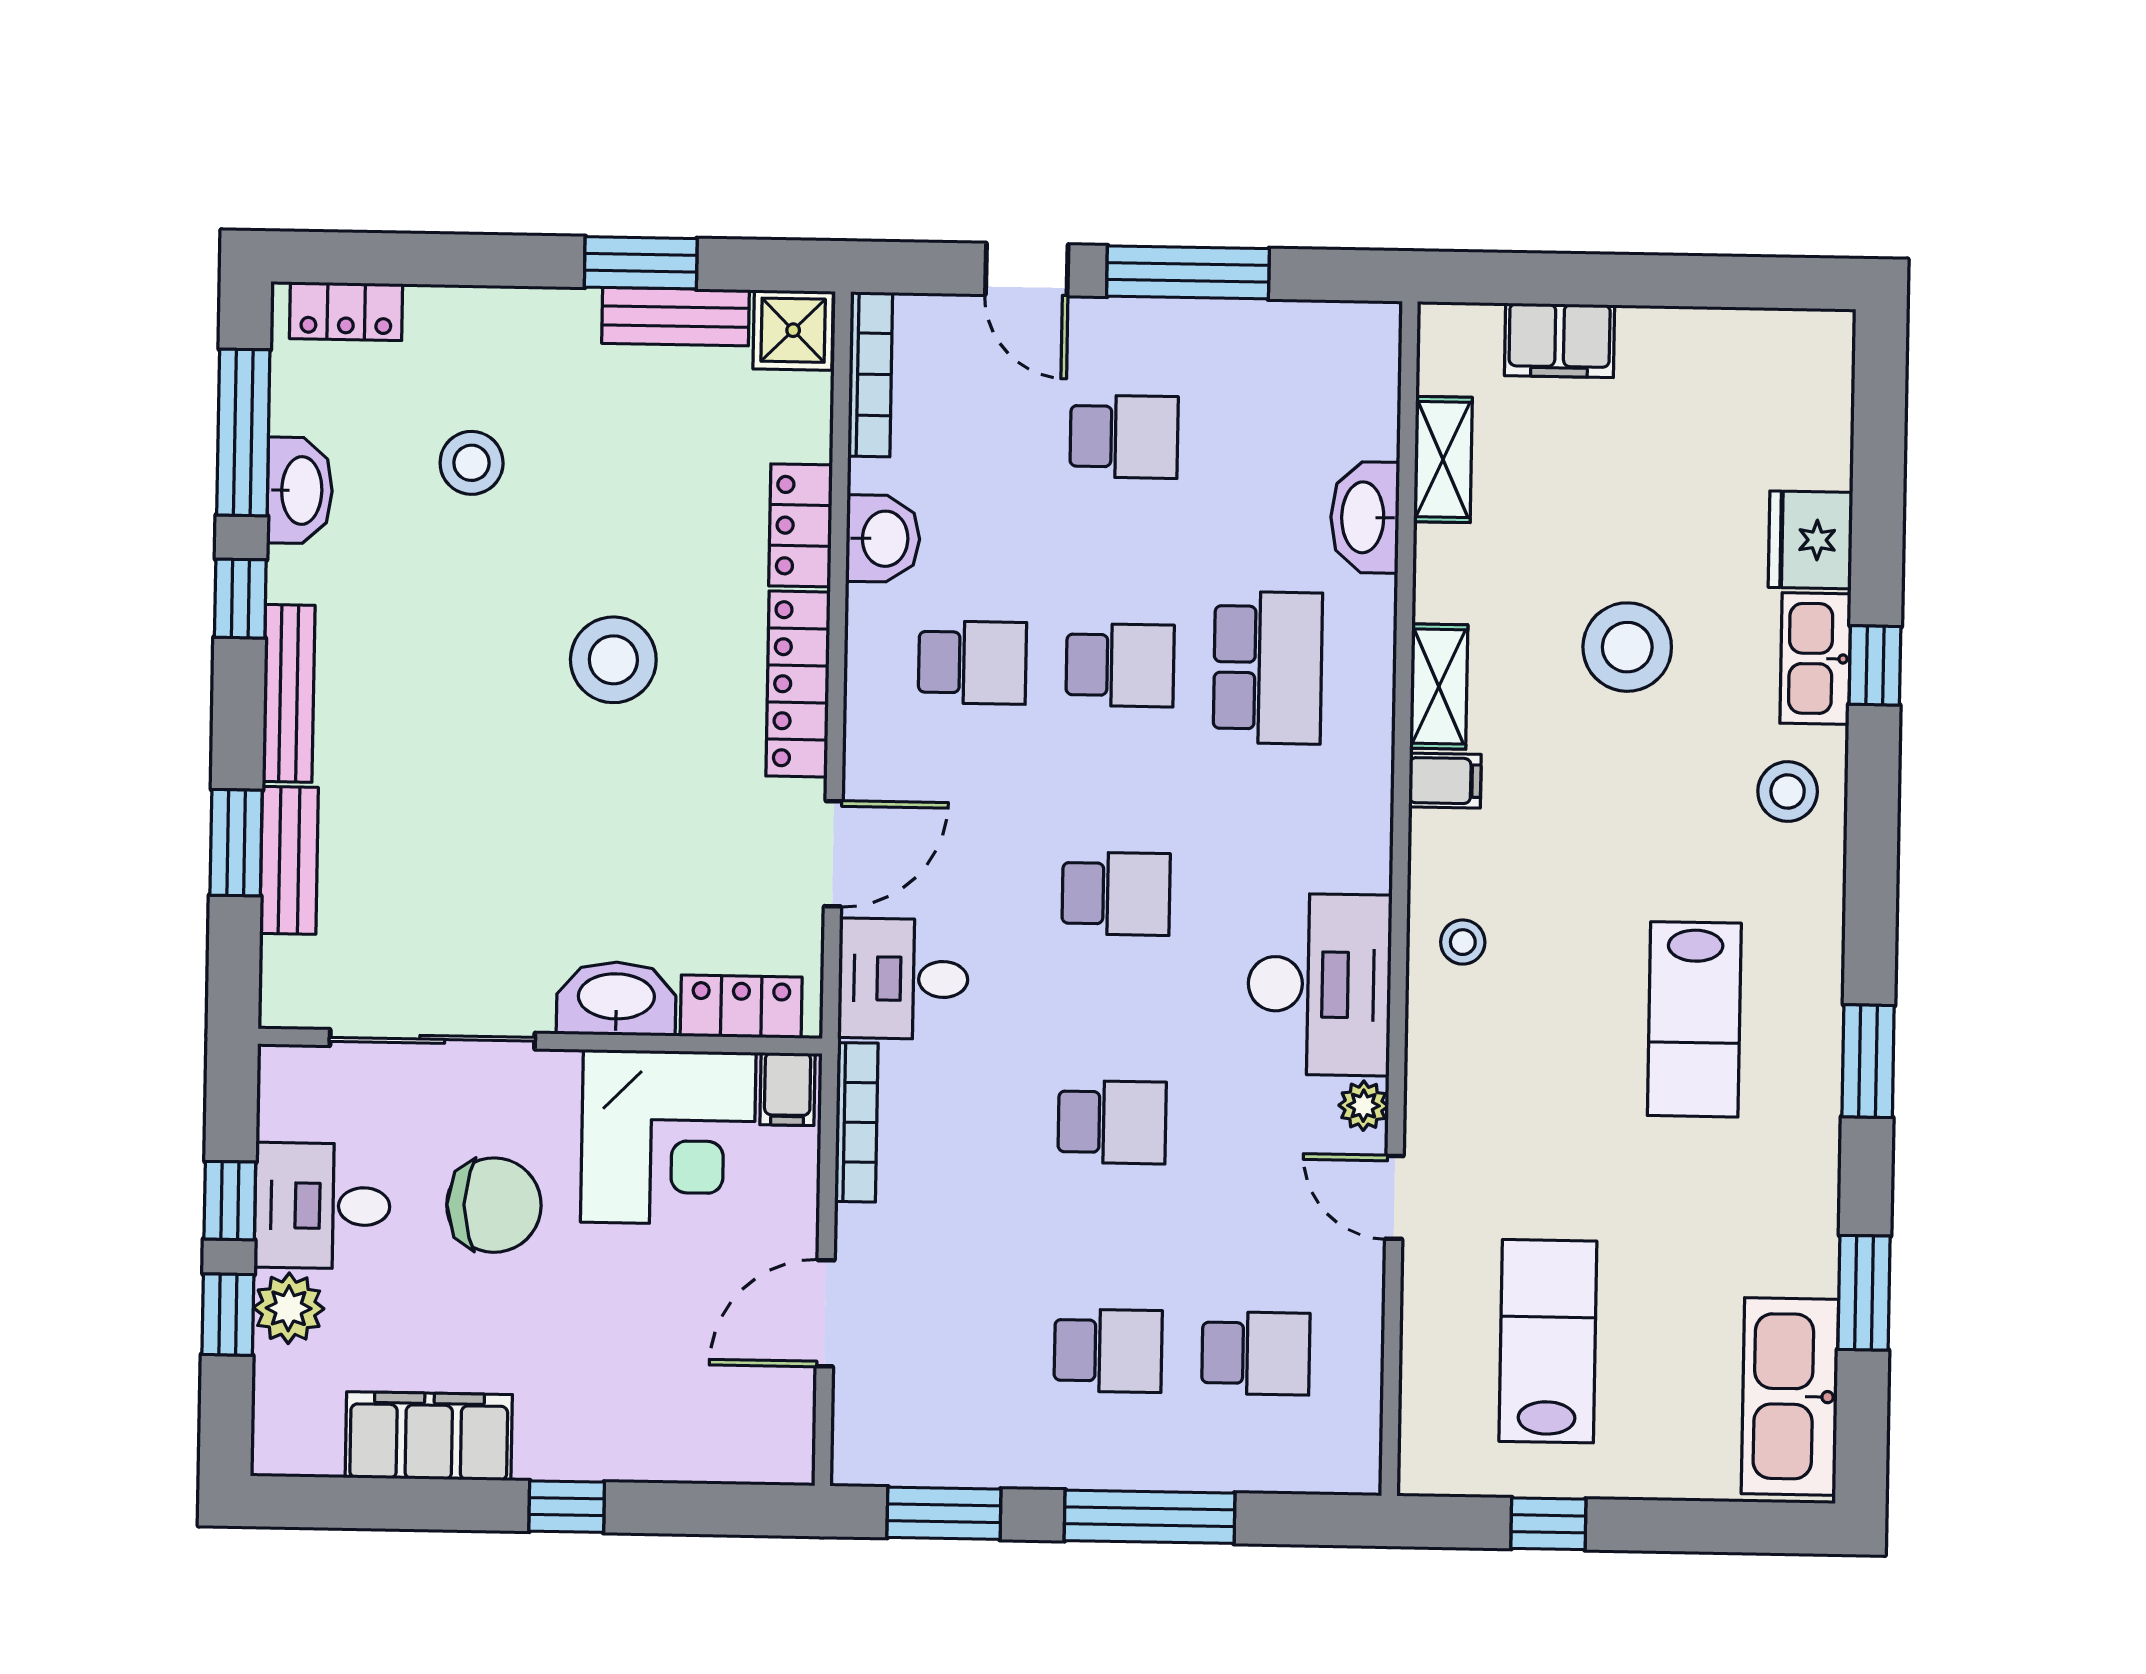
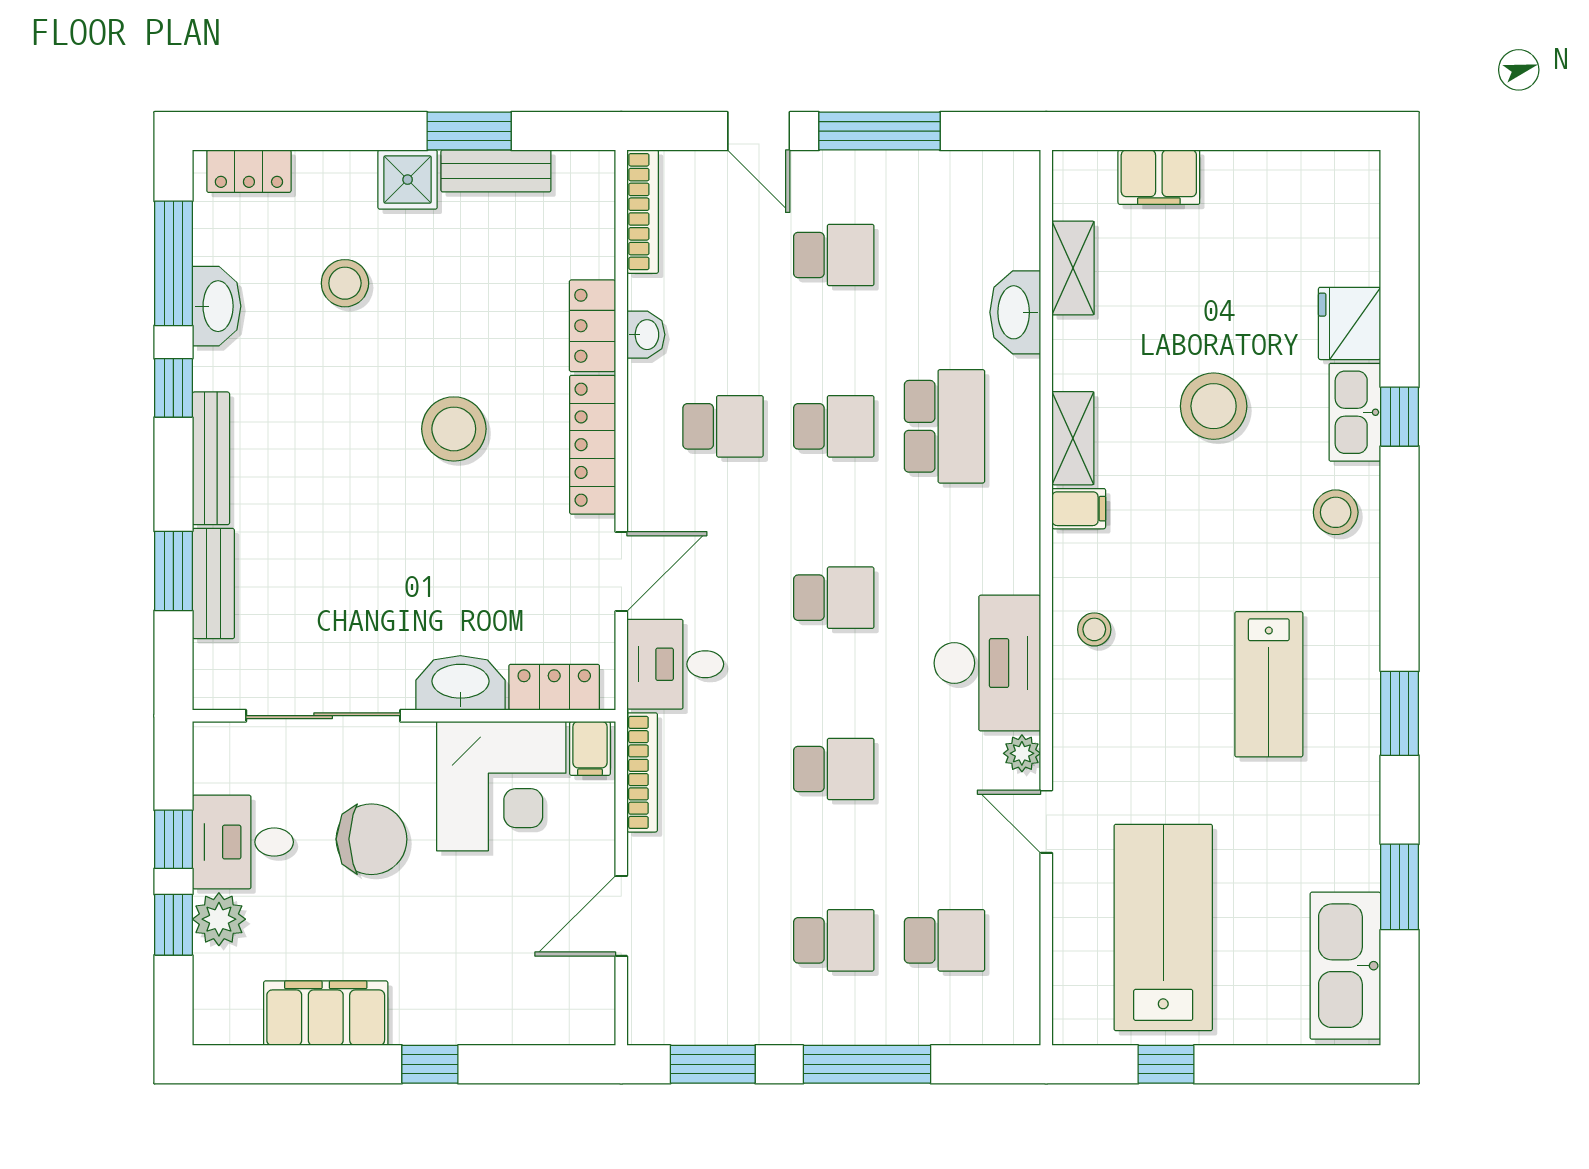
shower: (793, 330) -> (408, 180), moved
washbasin: (883, 539) -> (646, 335), width x0.72, depth x0.69
lab bench: (1548, 1341) -> (1163, 927), width x1.36, depth x1.39

